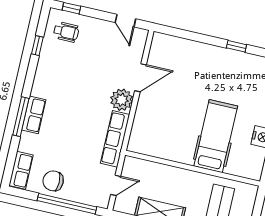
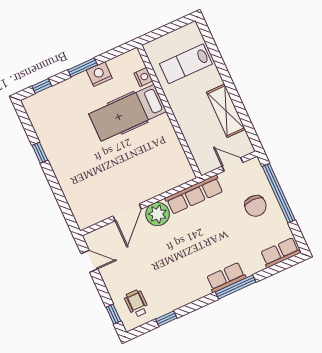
door: (125, 21) -> (89, 261), hinge flipped
door: (140, 78) -> (127, 212), swing flipped
nightstand: (234, 169) -> (143, 77), added
chair: (53, 181) -> (256, 206), moved

